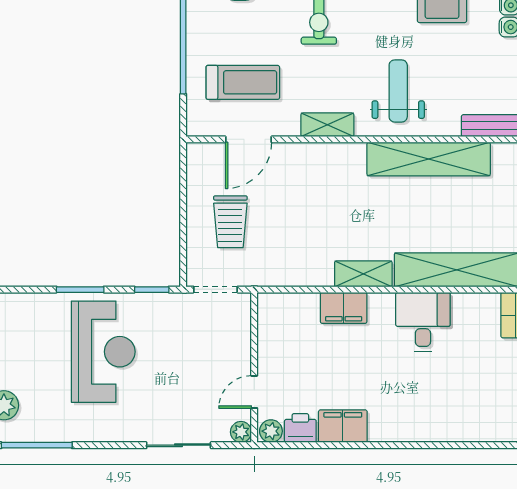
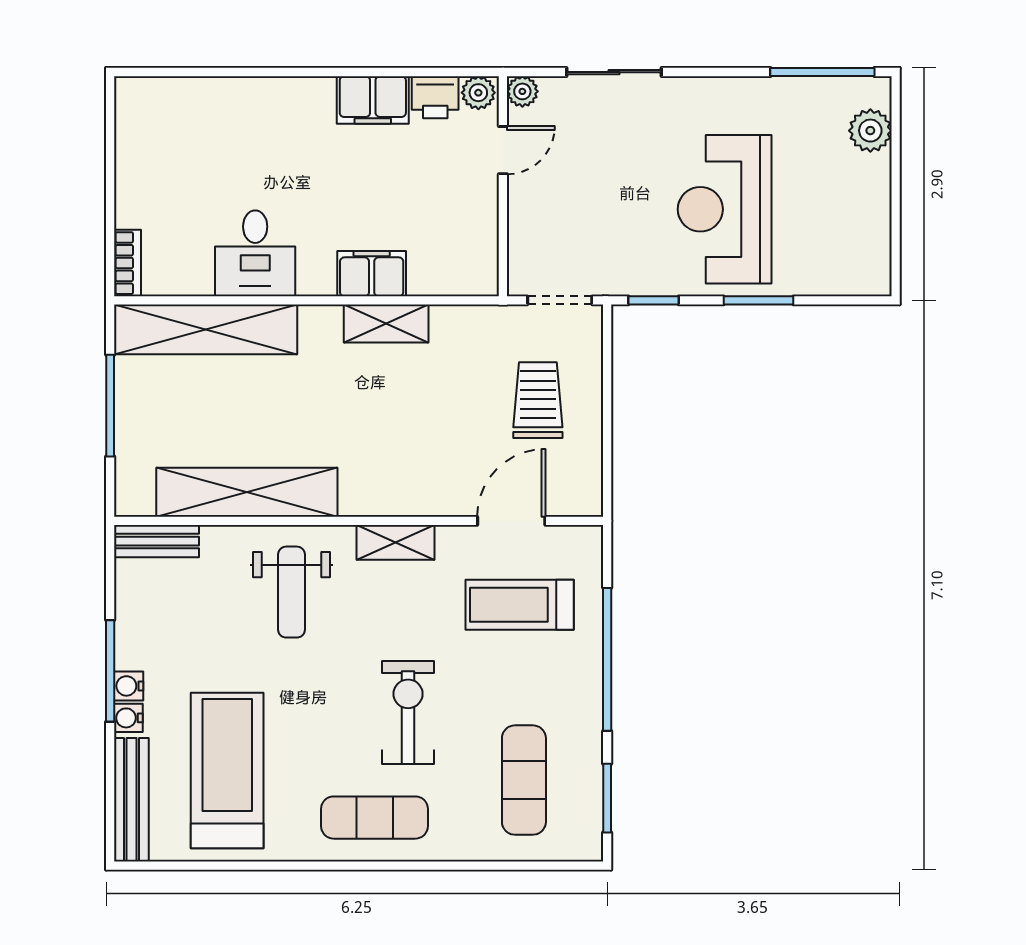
shelving: (363, 274) -> (386, 324), moved

